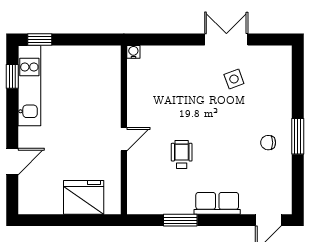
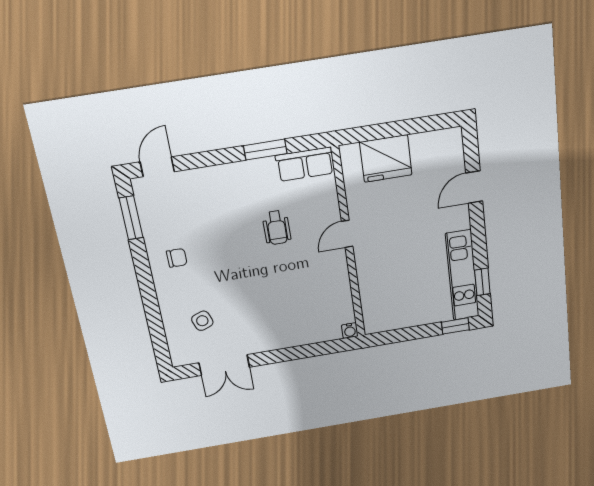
double door: (226, 39) -> (224, 365), moved
side table: (234, 79) -> (202, 321), moved
window: (298, 136) -> (131, 218), moved
row of seats: (217, 203) -> (305, 164), moved

